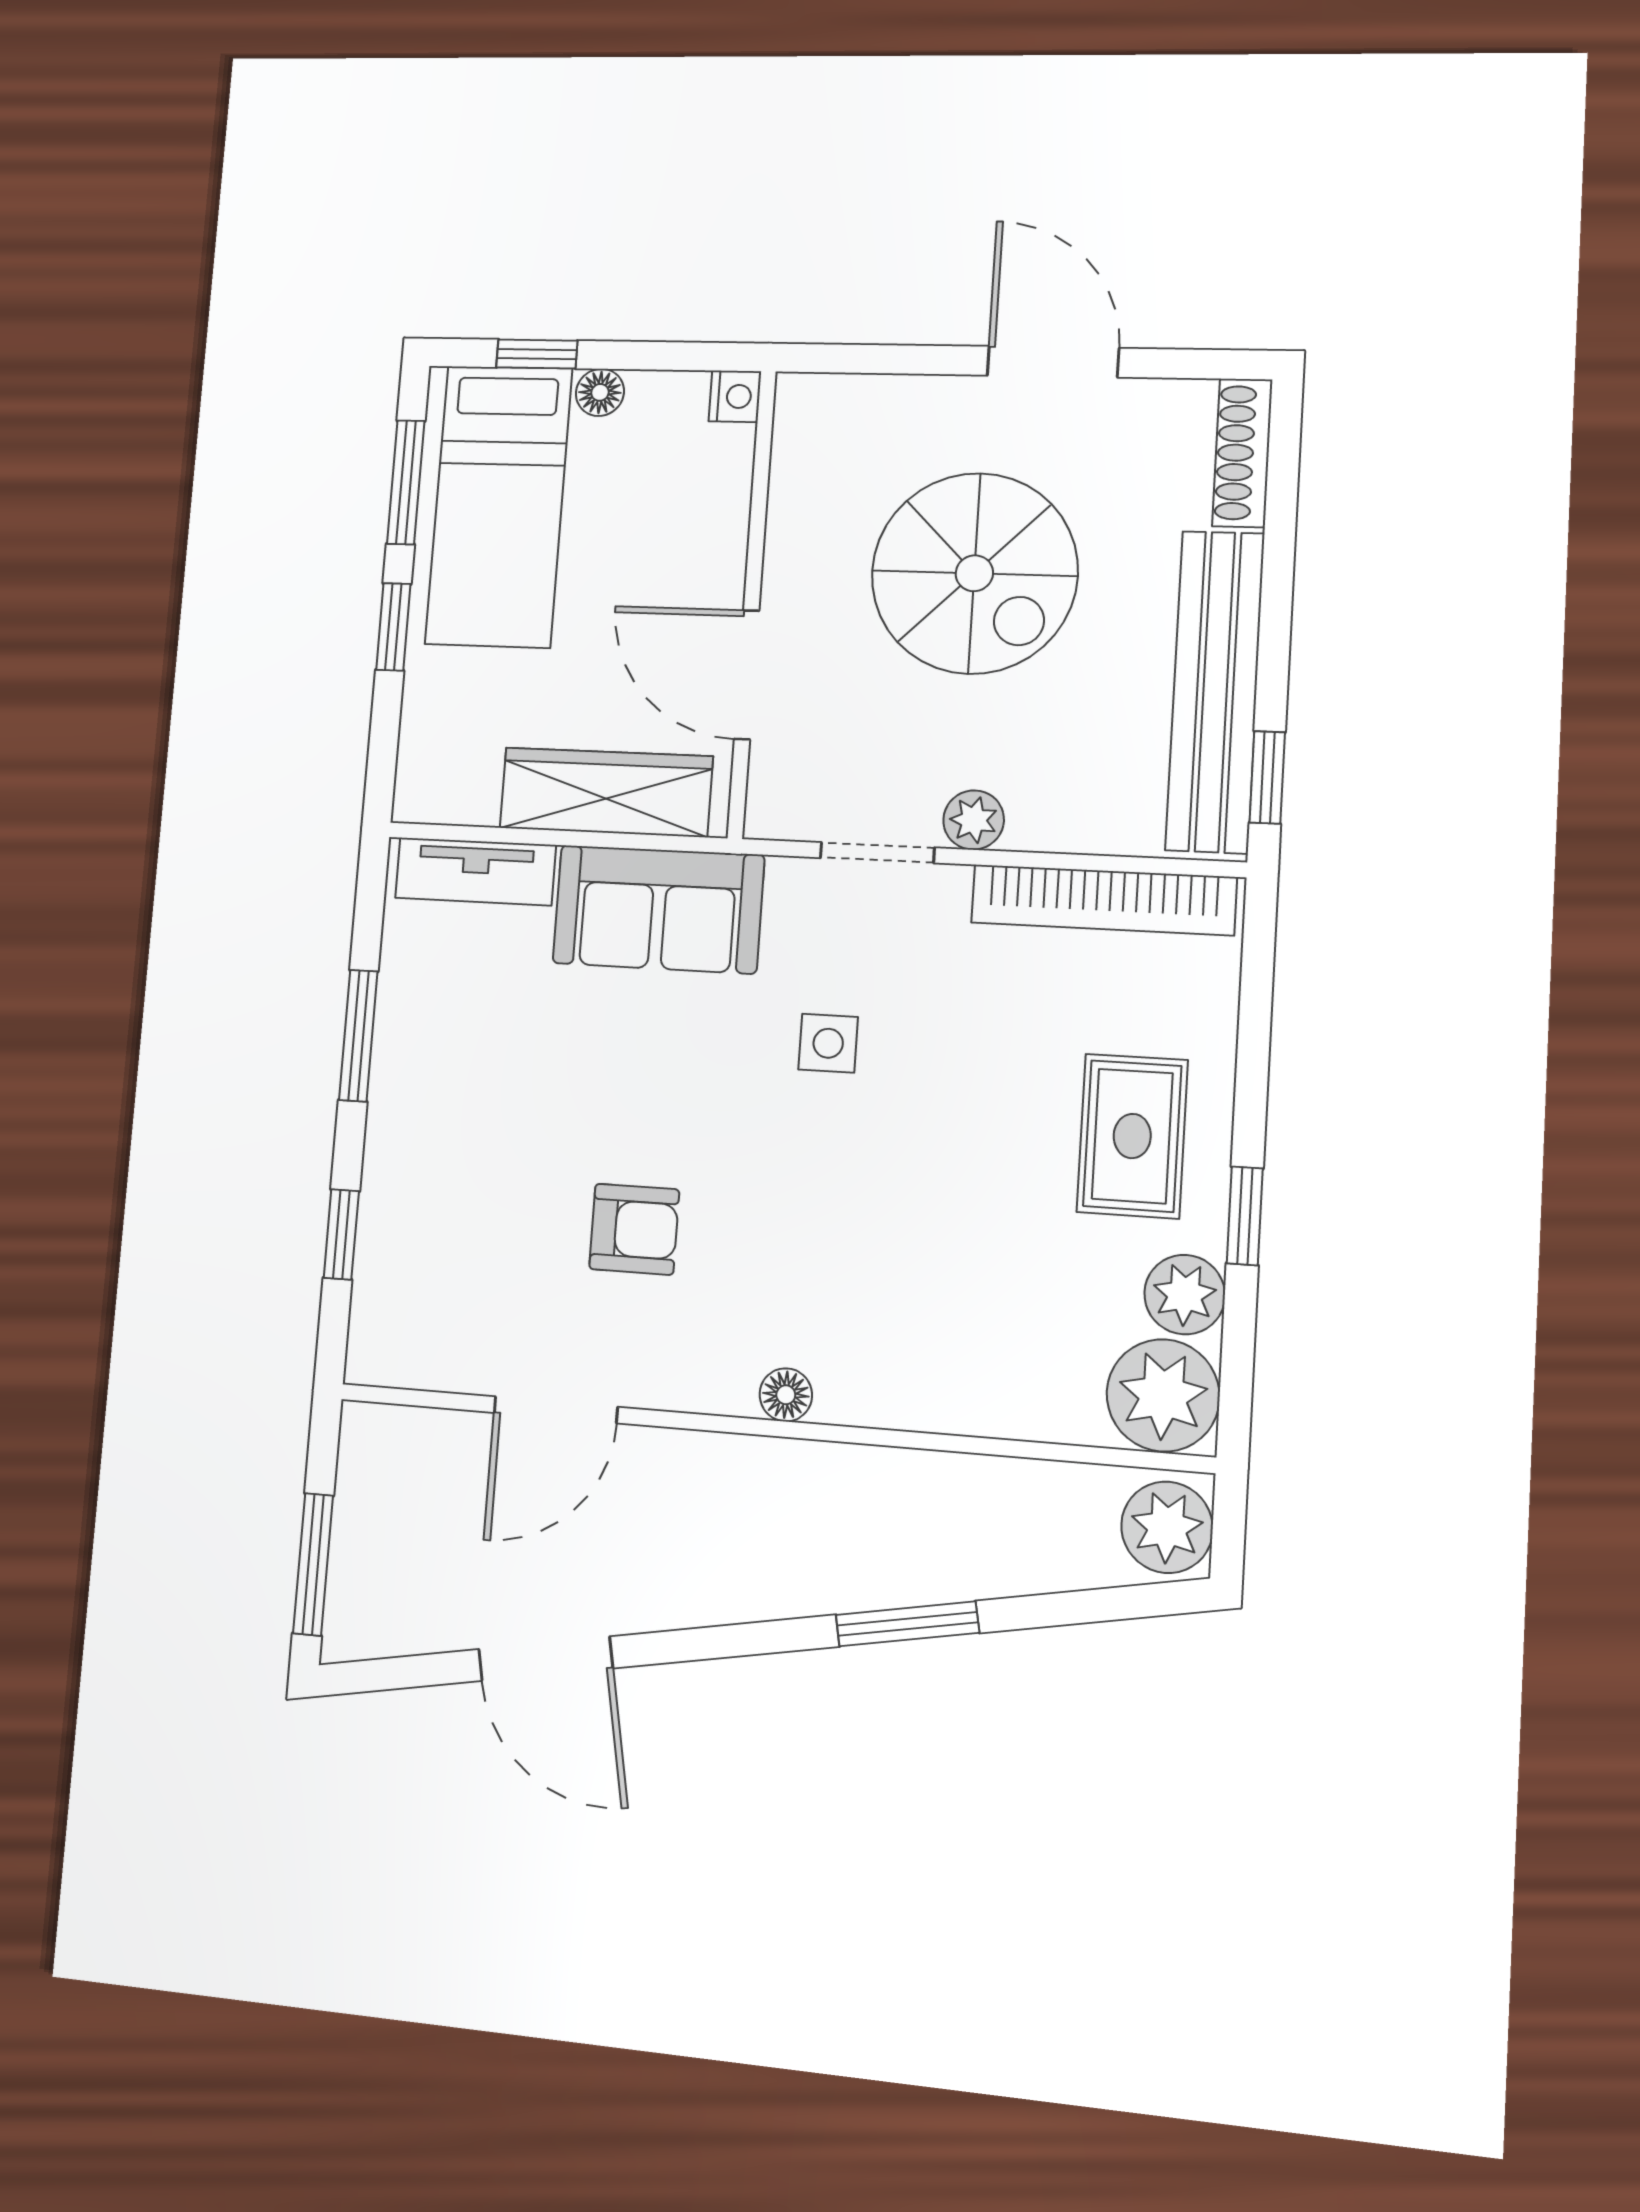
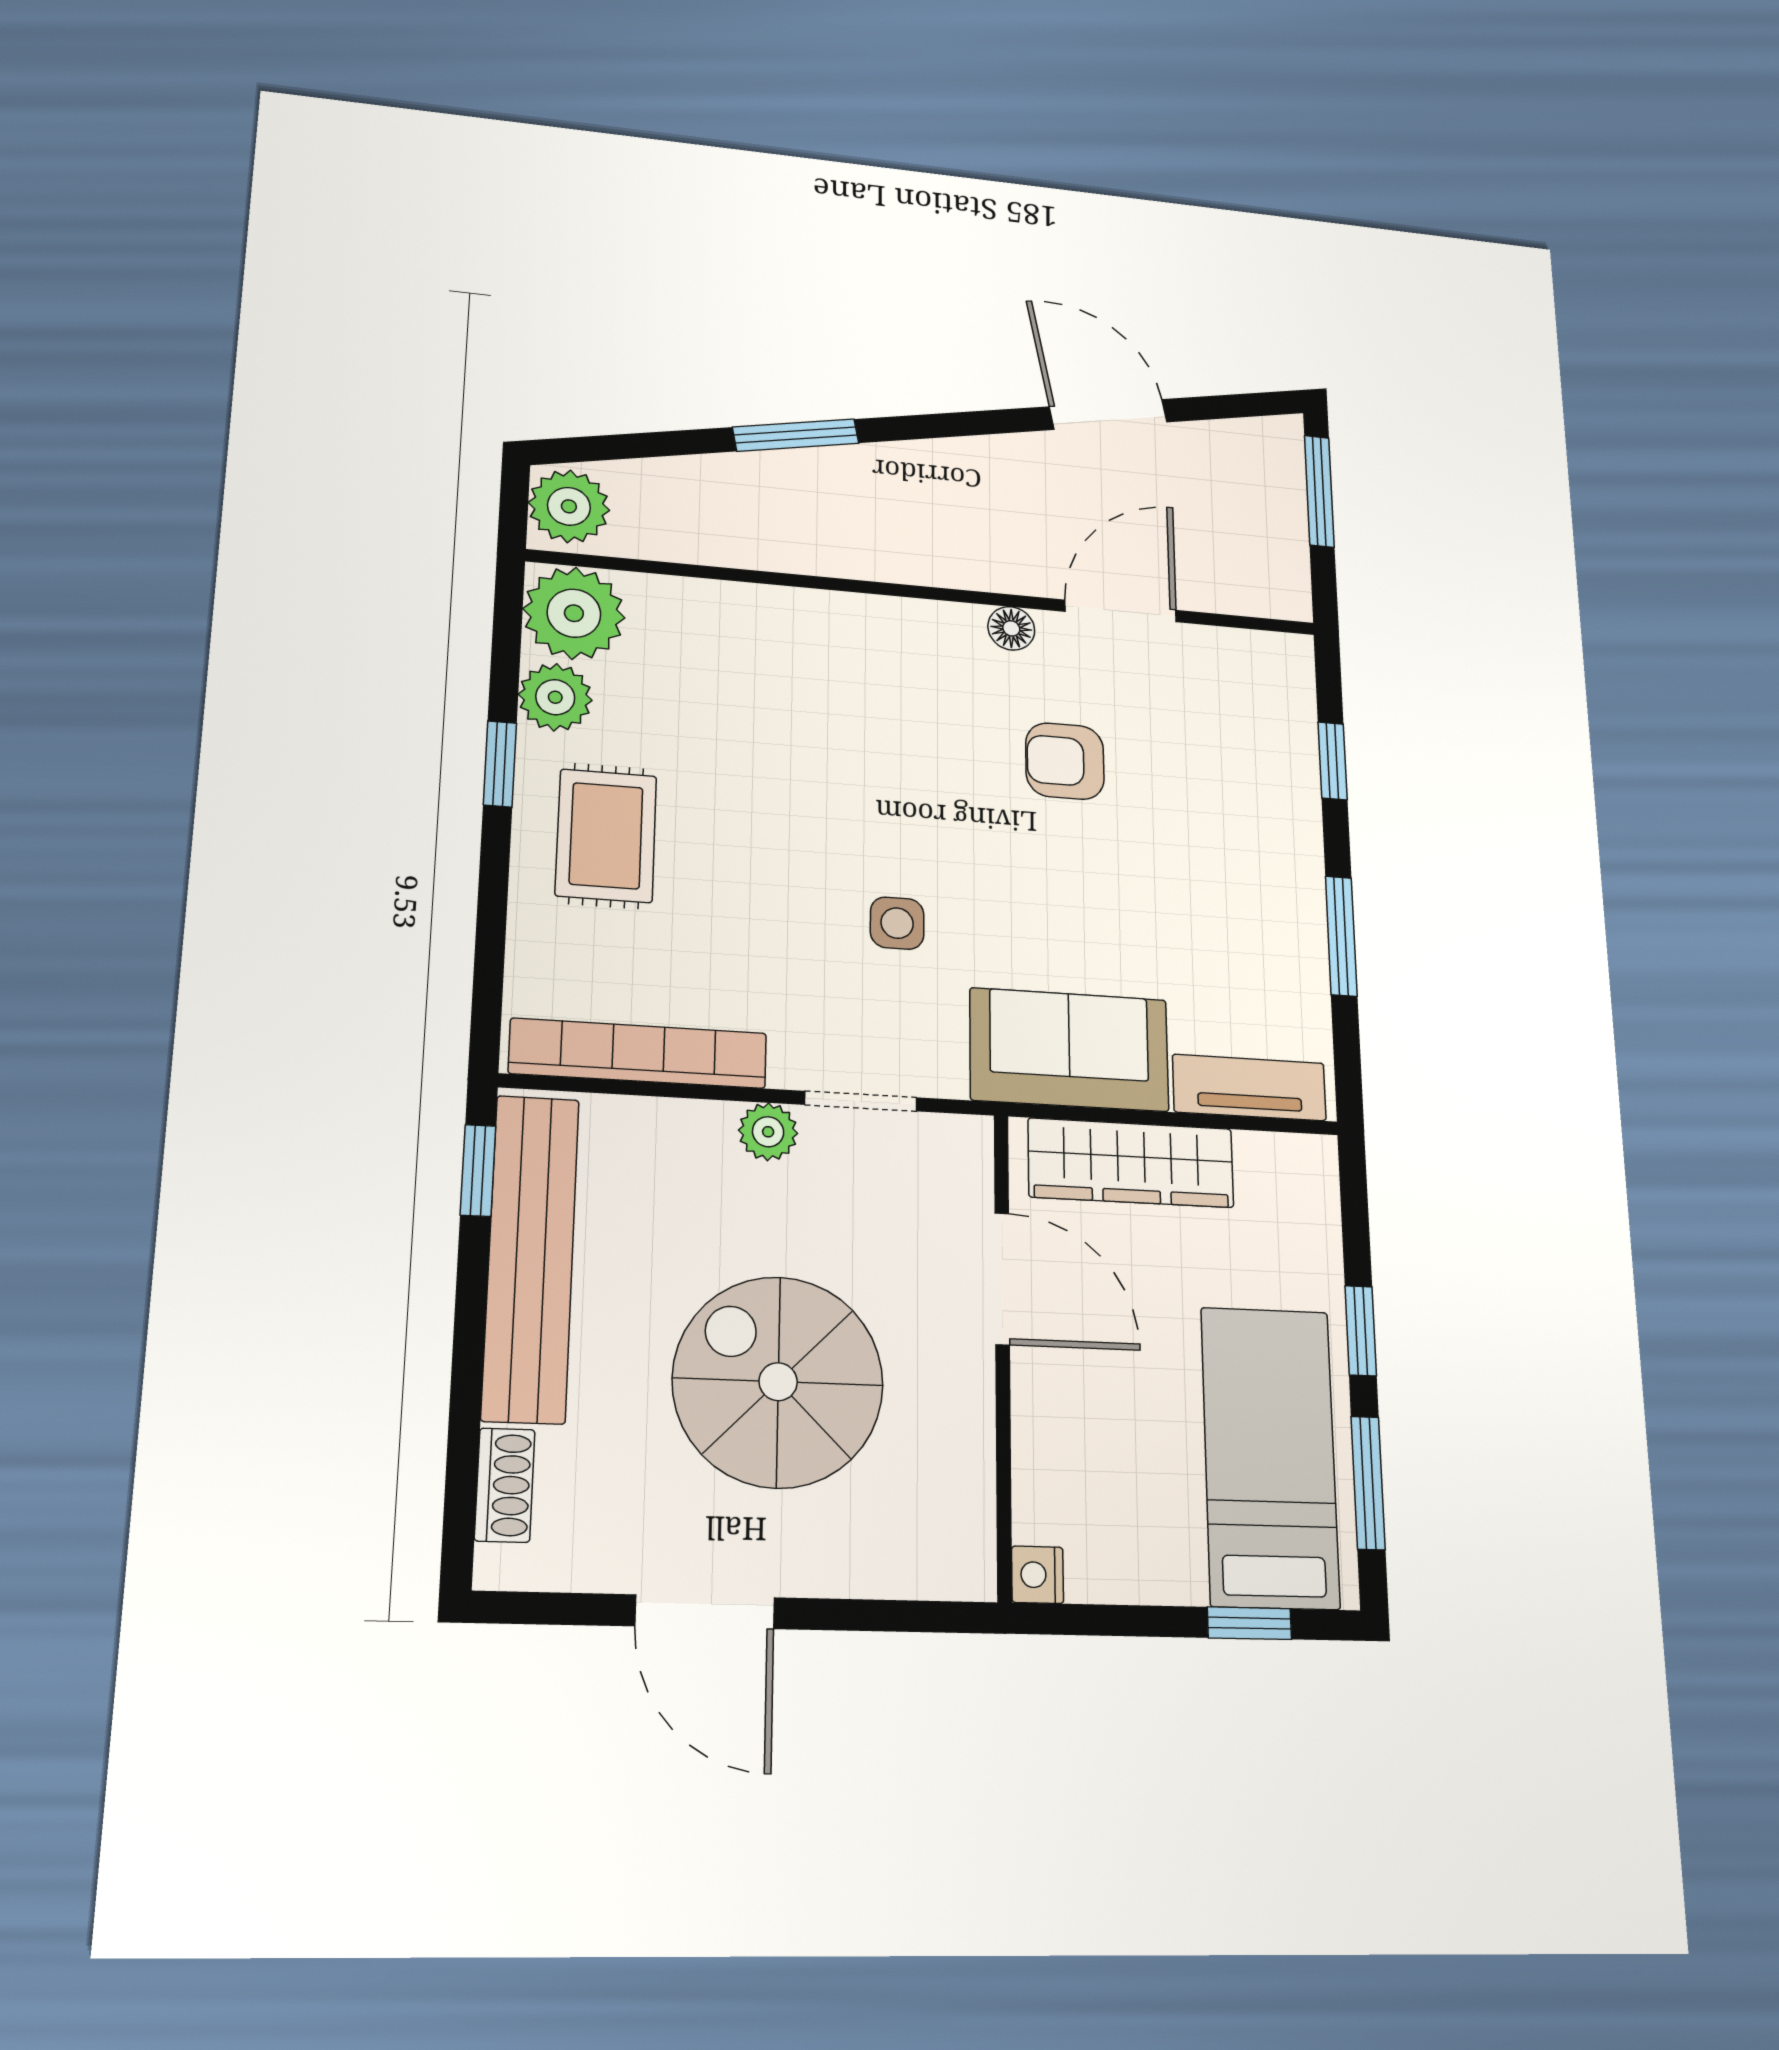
floor lamp: (600, 392) -> (1179, 1580), removed
shoe rack: (1242, 453) -> (505, 1485), width x0.70
floor lamp: (786, 1395) -> (1011, 628), moved

